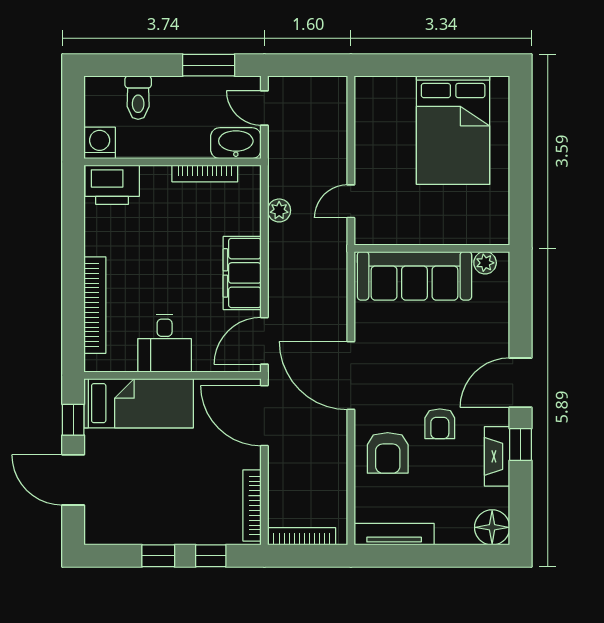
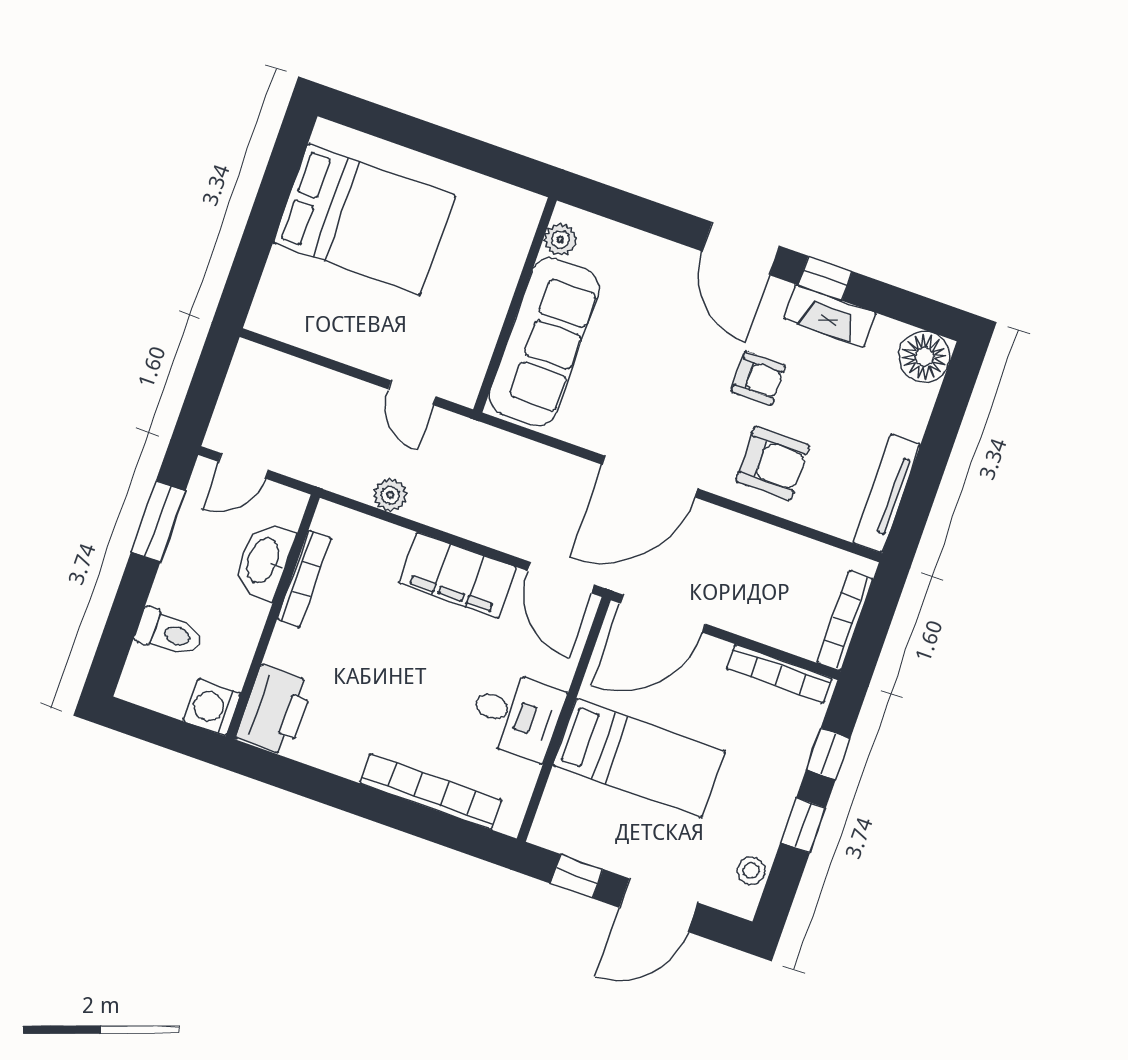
washbasin: (236, 143) -> (264, 561), moved
bed: (139, 403) -> (639, 758), moved, turned 90
stool: (117, 532) -> (751, 871), added

